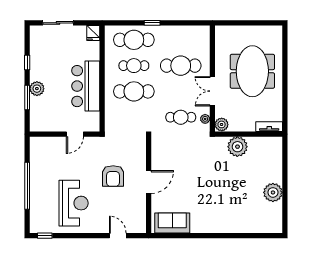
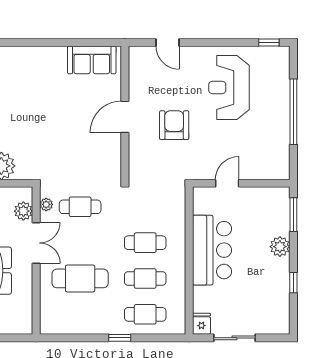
sliding door: (58, 23) -> (234, 338), moved
cafe table: (134, 40) -> (145, 314), width x0.73, depth x0.74
cafe table: (134, 91) -> (145, 243), width x0.73, depth x0.74
window: (27, 97) -> (293, 215), moved
plant: (222, 124) -> (23, 211), moved

